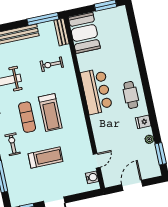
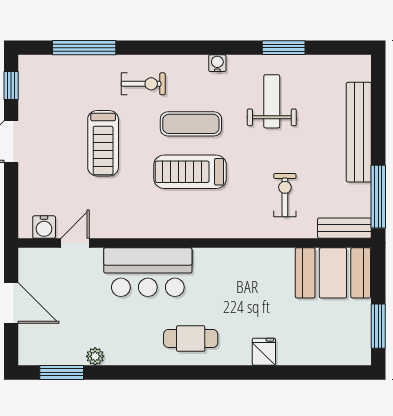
bar counter: (96, 91) -> (148, 272), moved
fridge: (143, 122) -> (264, 352), moved
door: (97, 161) -> (75, 243), swing flipped

